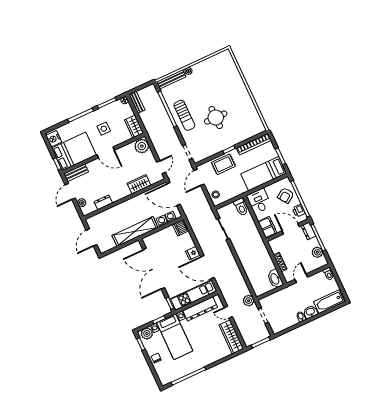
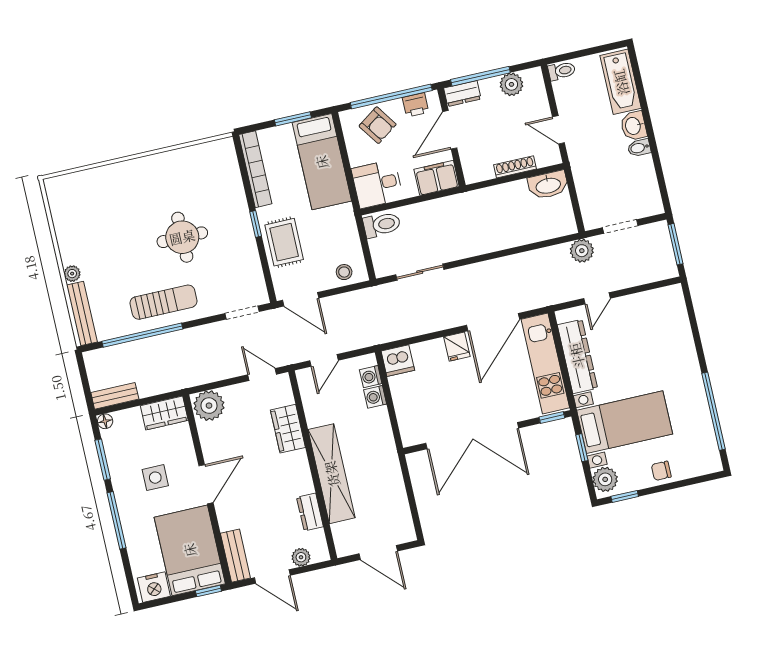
door: (173, 194) -> (324, 360), width x0.53
shelving: (135, 231) -> (332, 474), moved
wardrobe: (231, 337) -> (650, 303), removed

